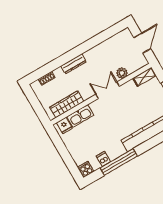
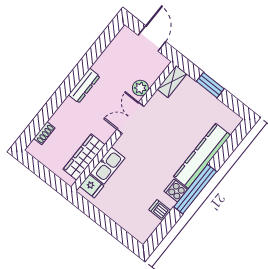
dresser: (74, 64) -> (84, 86), moved
window: (119, 162) -> (195, 189), moved
cooker: (86, 169) -> (176, 190), moved

